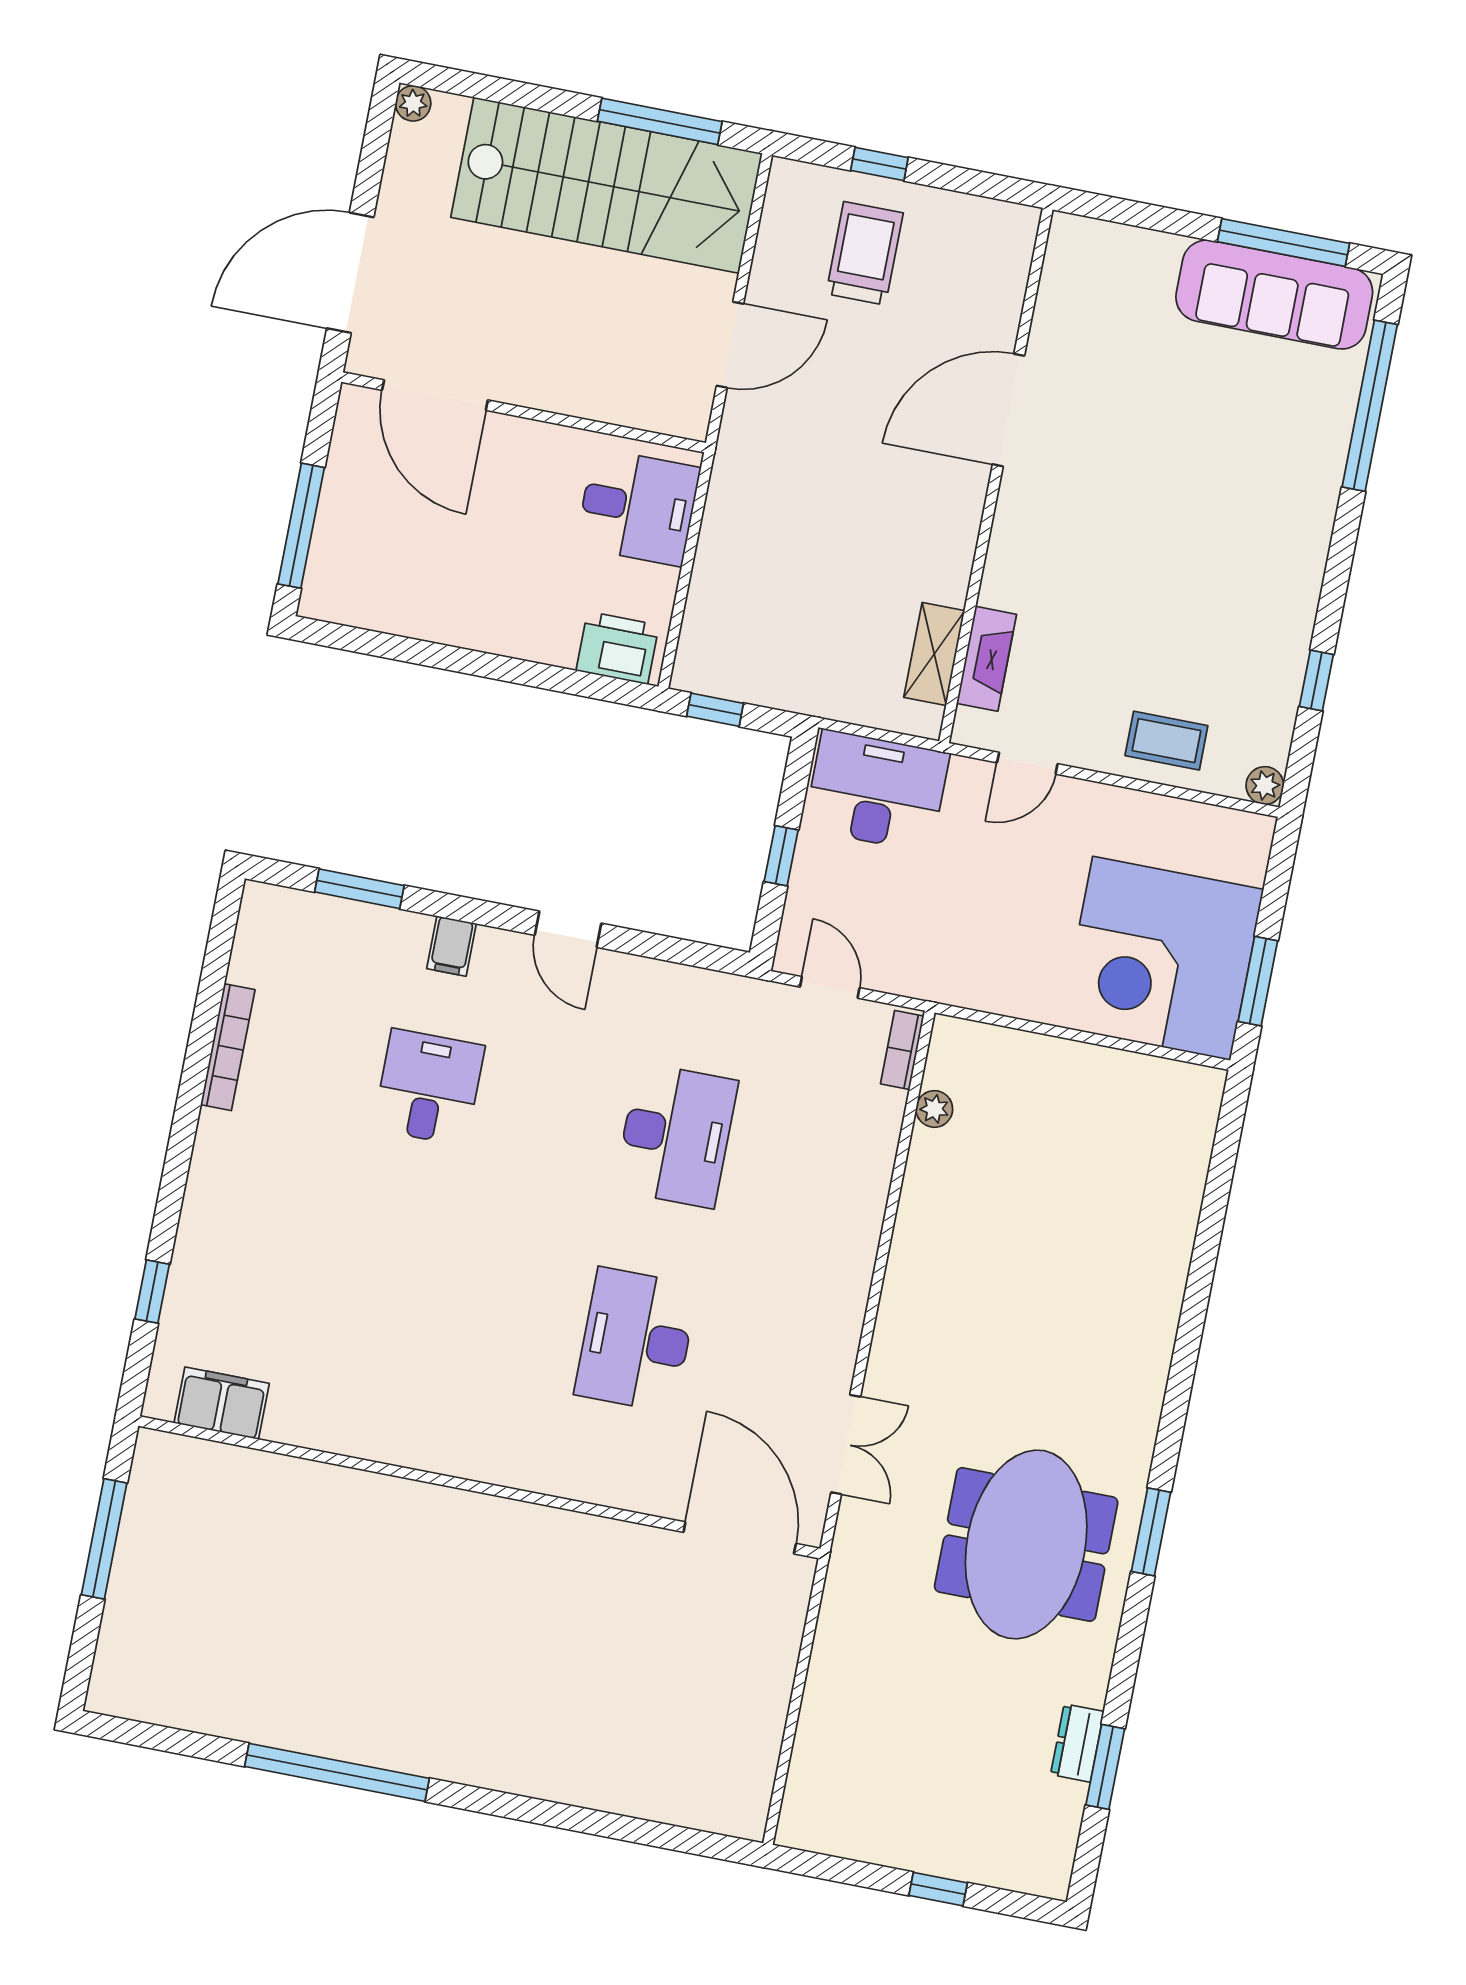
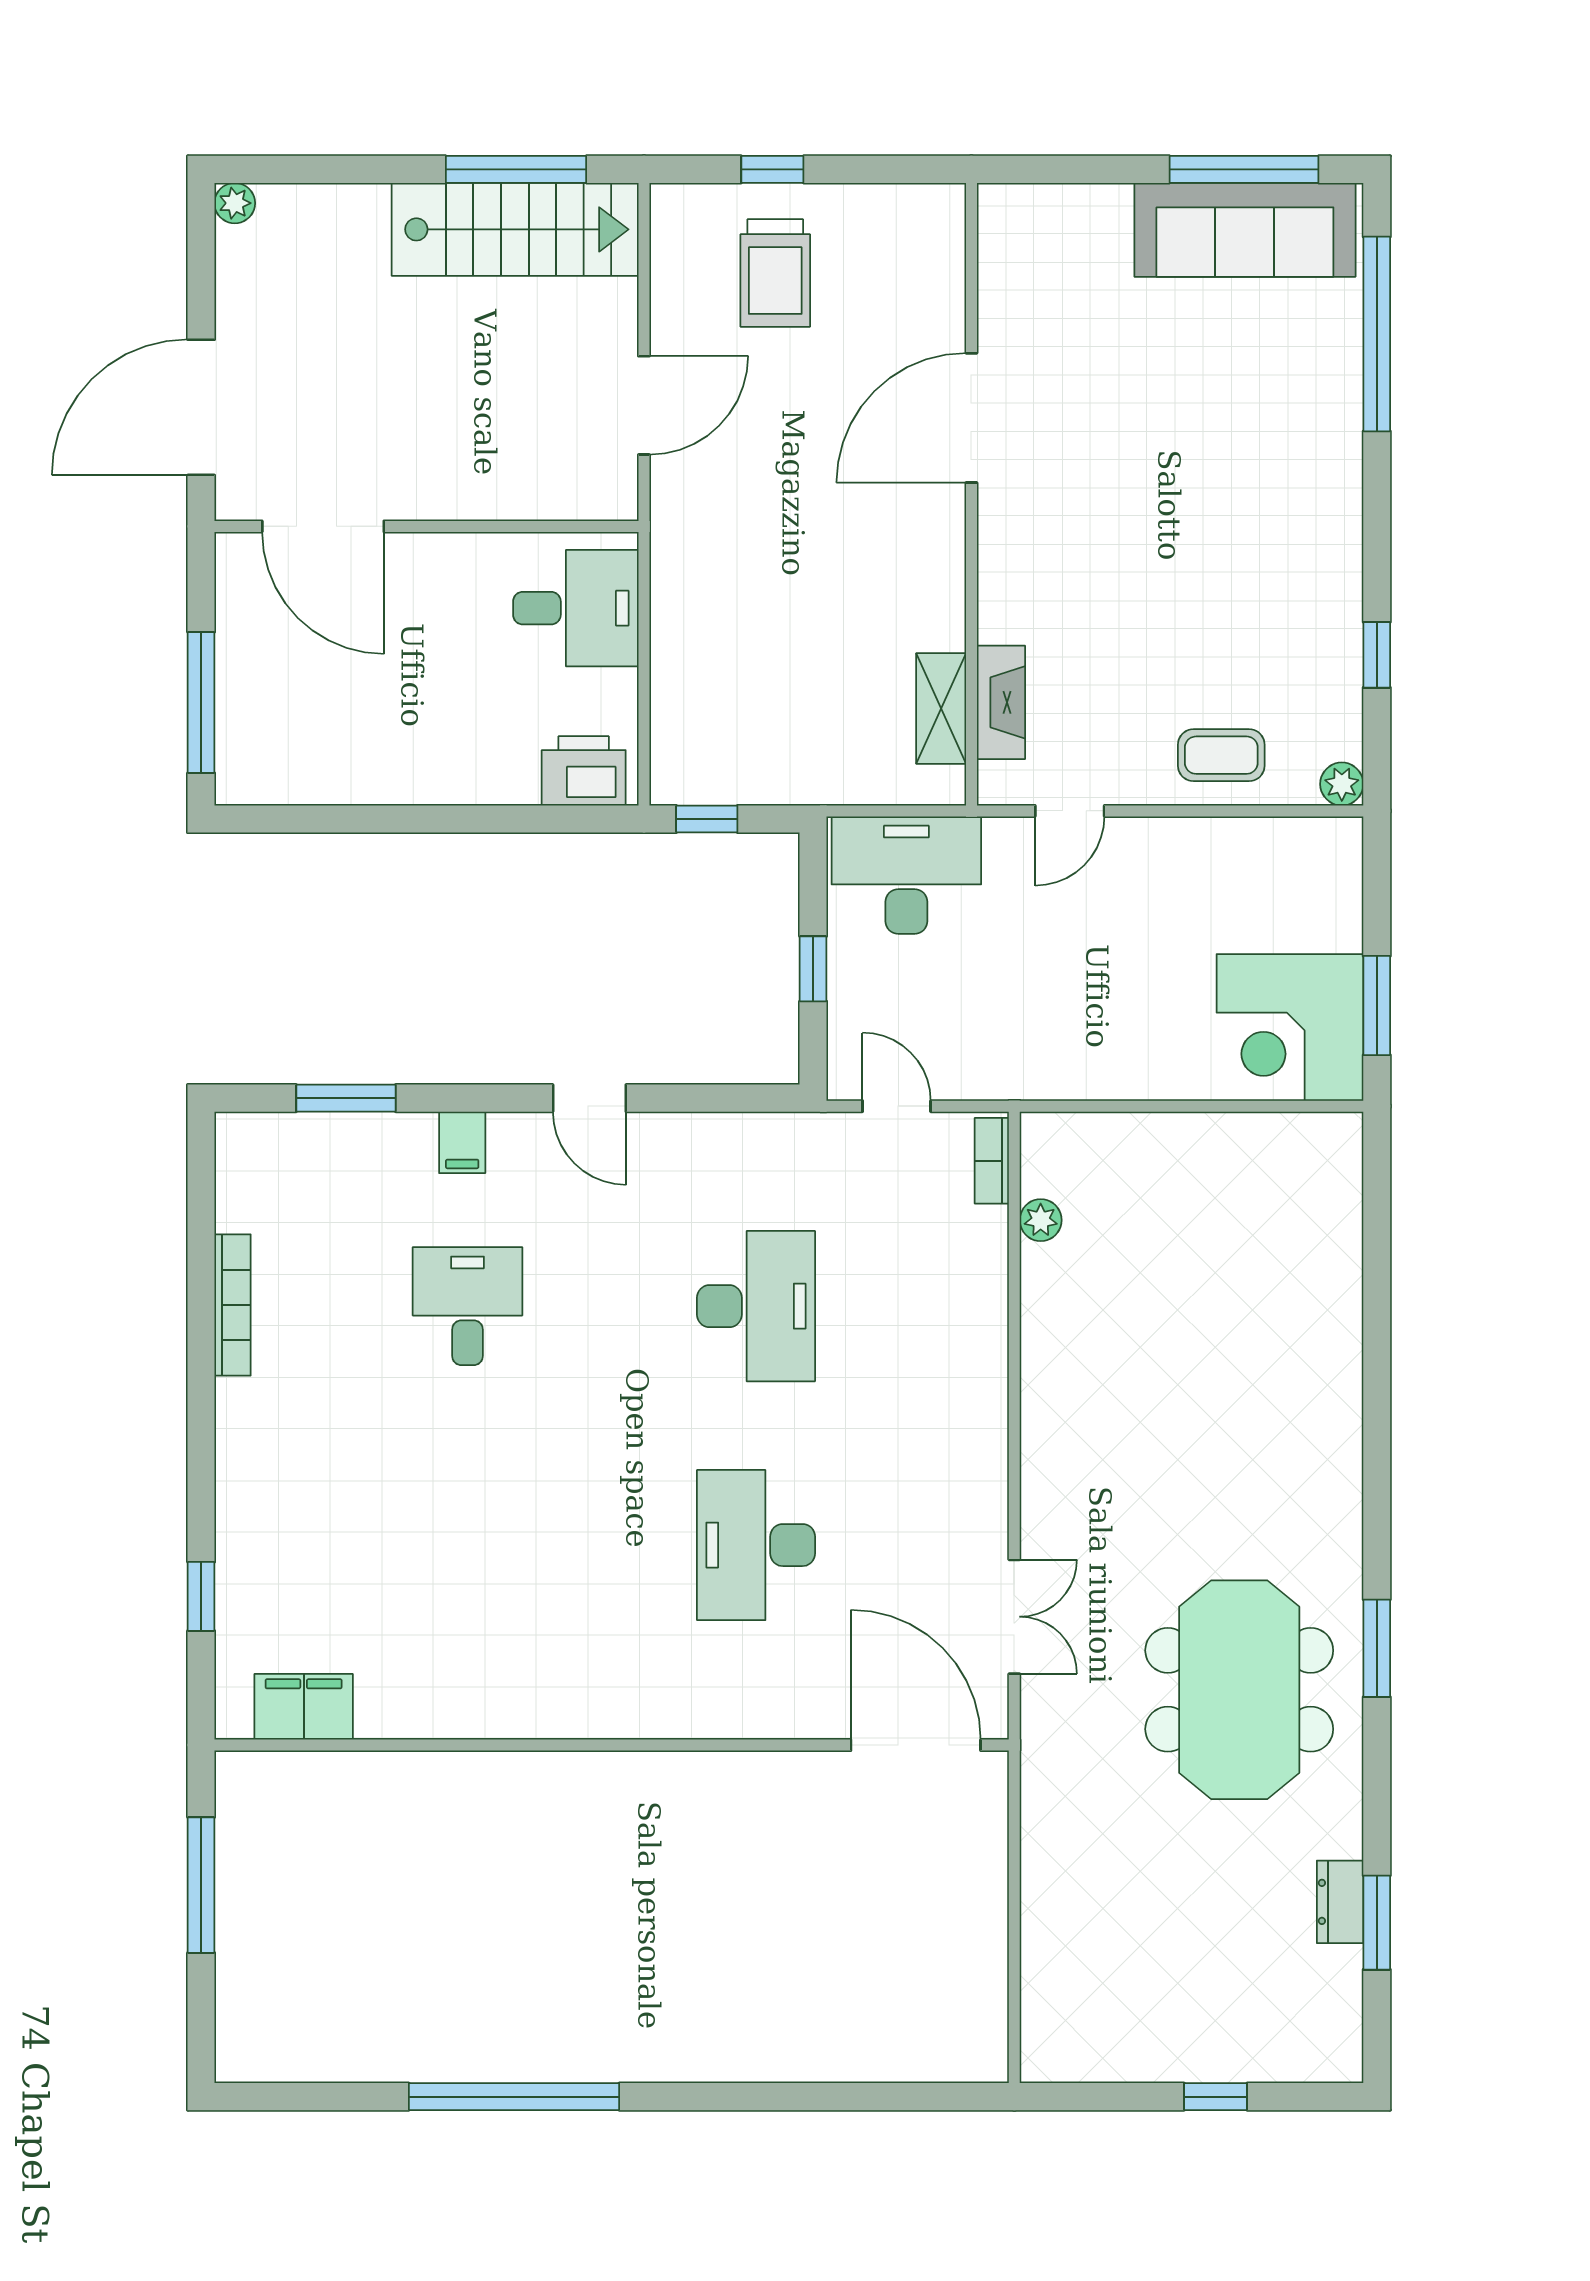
stairs: (607, 185) -> (515, 229), width x0.73, depth x0.66
trolley: (865, 253) -> (775, 273), turned 180
corner desk: (1162, 958) -> (1290, 1027), width x0.74, depth x0.74

